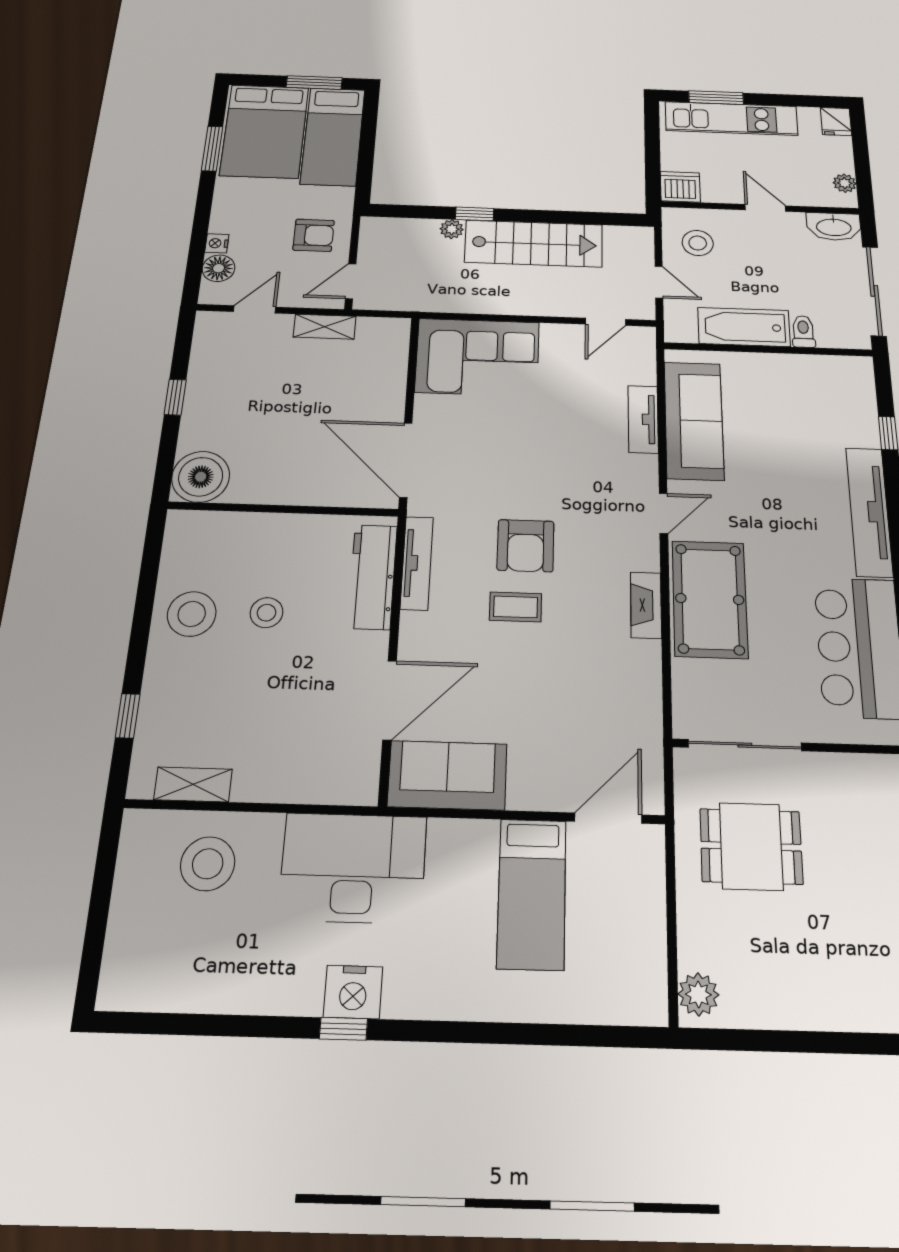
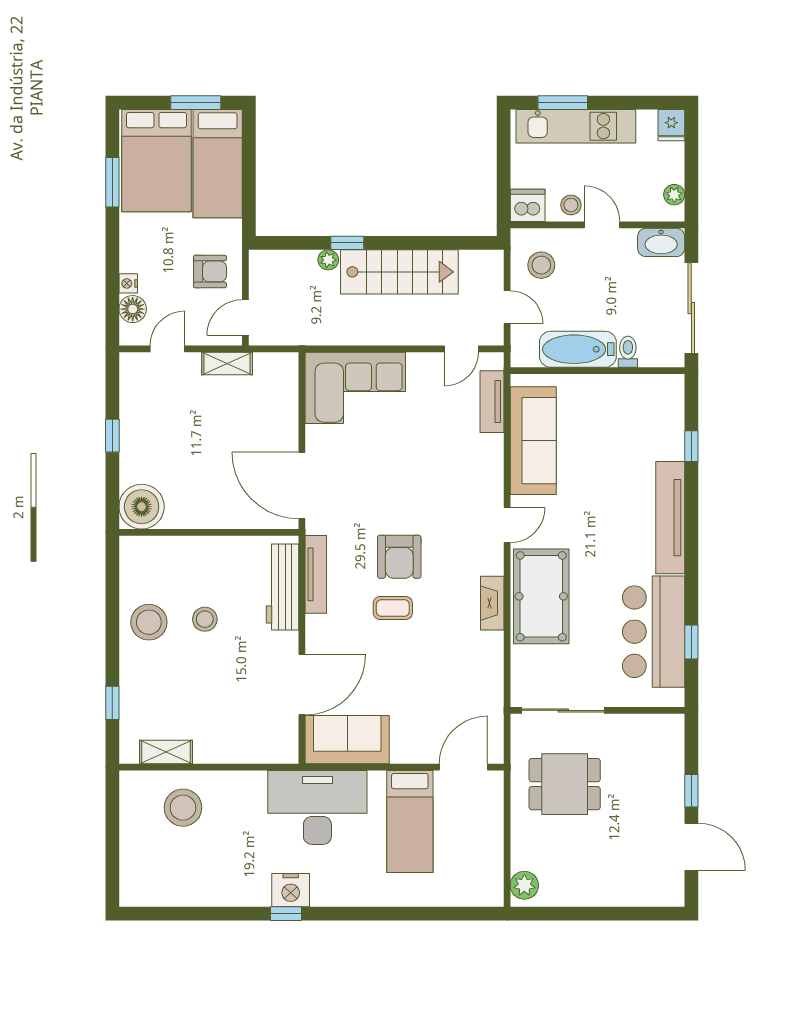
stool: (729, 188) -> (571, 205), added
tv unit: (643, 419) -> (492, 402), moved
desk: (353, 868) -> (317, 807), moved

